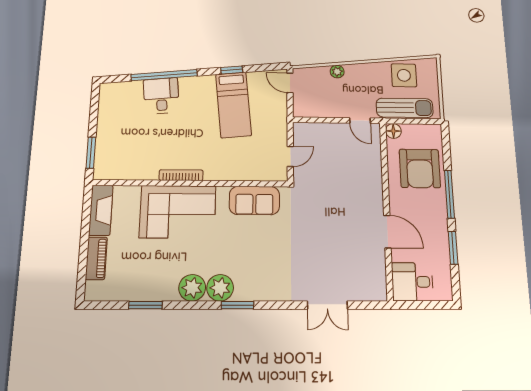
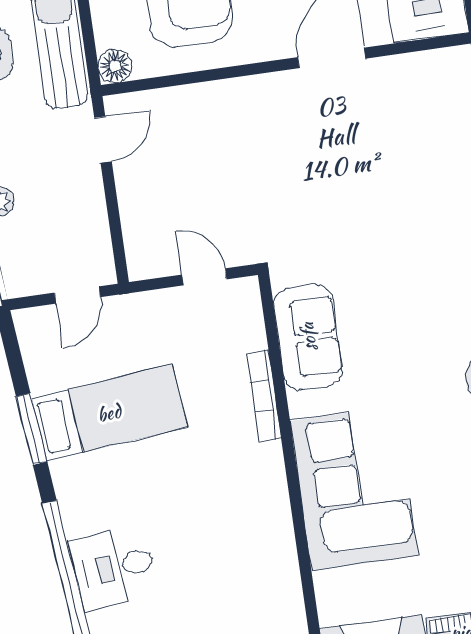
window: (232, 70) -> (32, 429), width x1.50
door: (290, 83) -> (77, 295), moved
bookcase: (181, 175) -> (264, 396), moved

